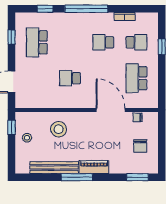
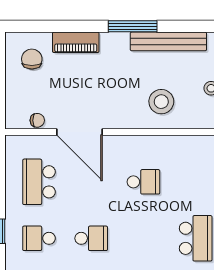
school desk: (136, 78) -> (39, 182), turned 180
chair: (140, 146) -> (32, 59), moved
piano: (94, 167) -> (76, 42), moved
window: (137, 177) -> (37, 26), removed

